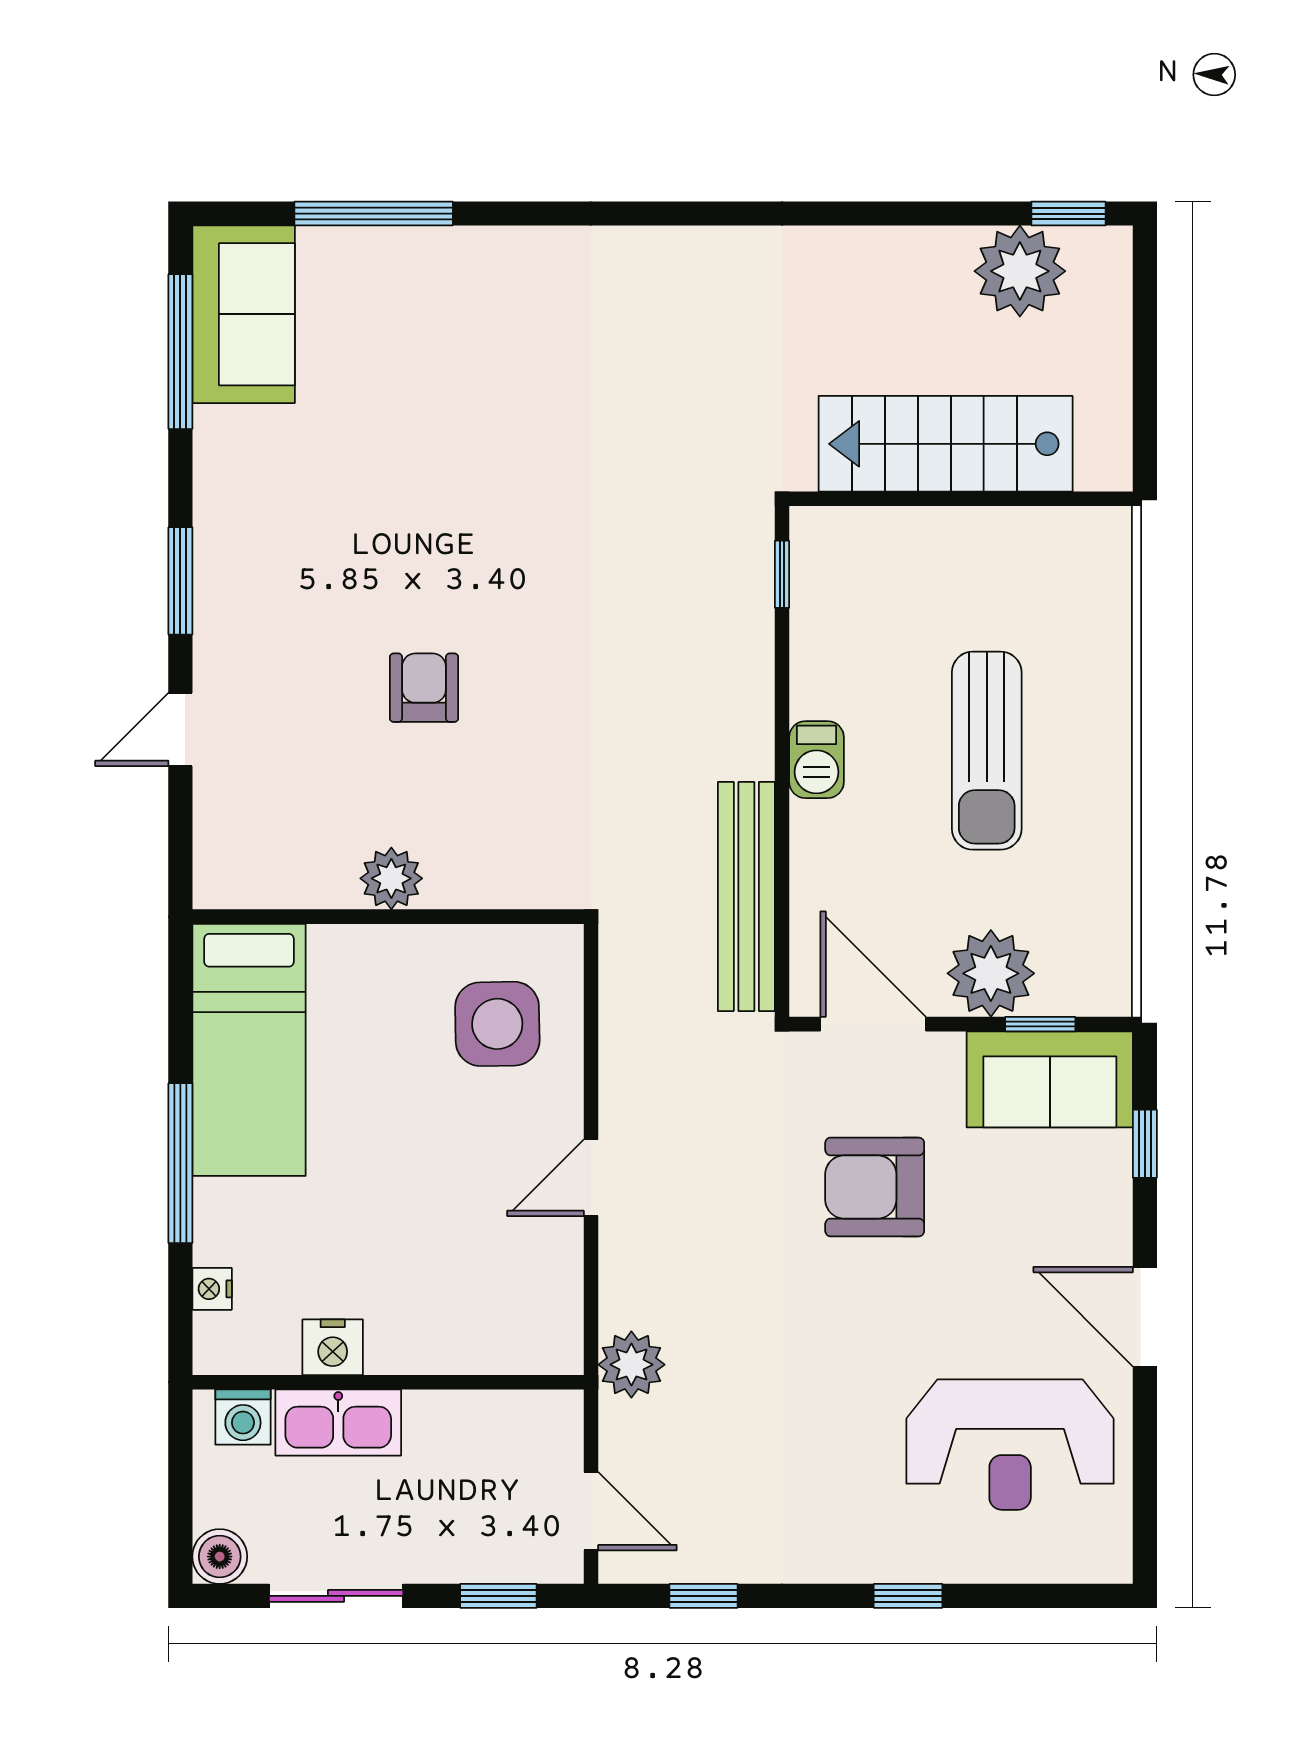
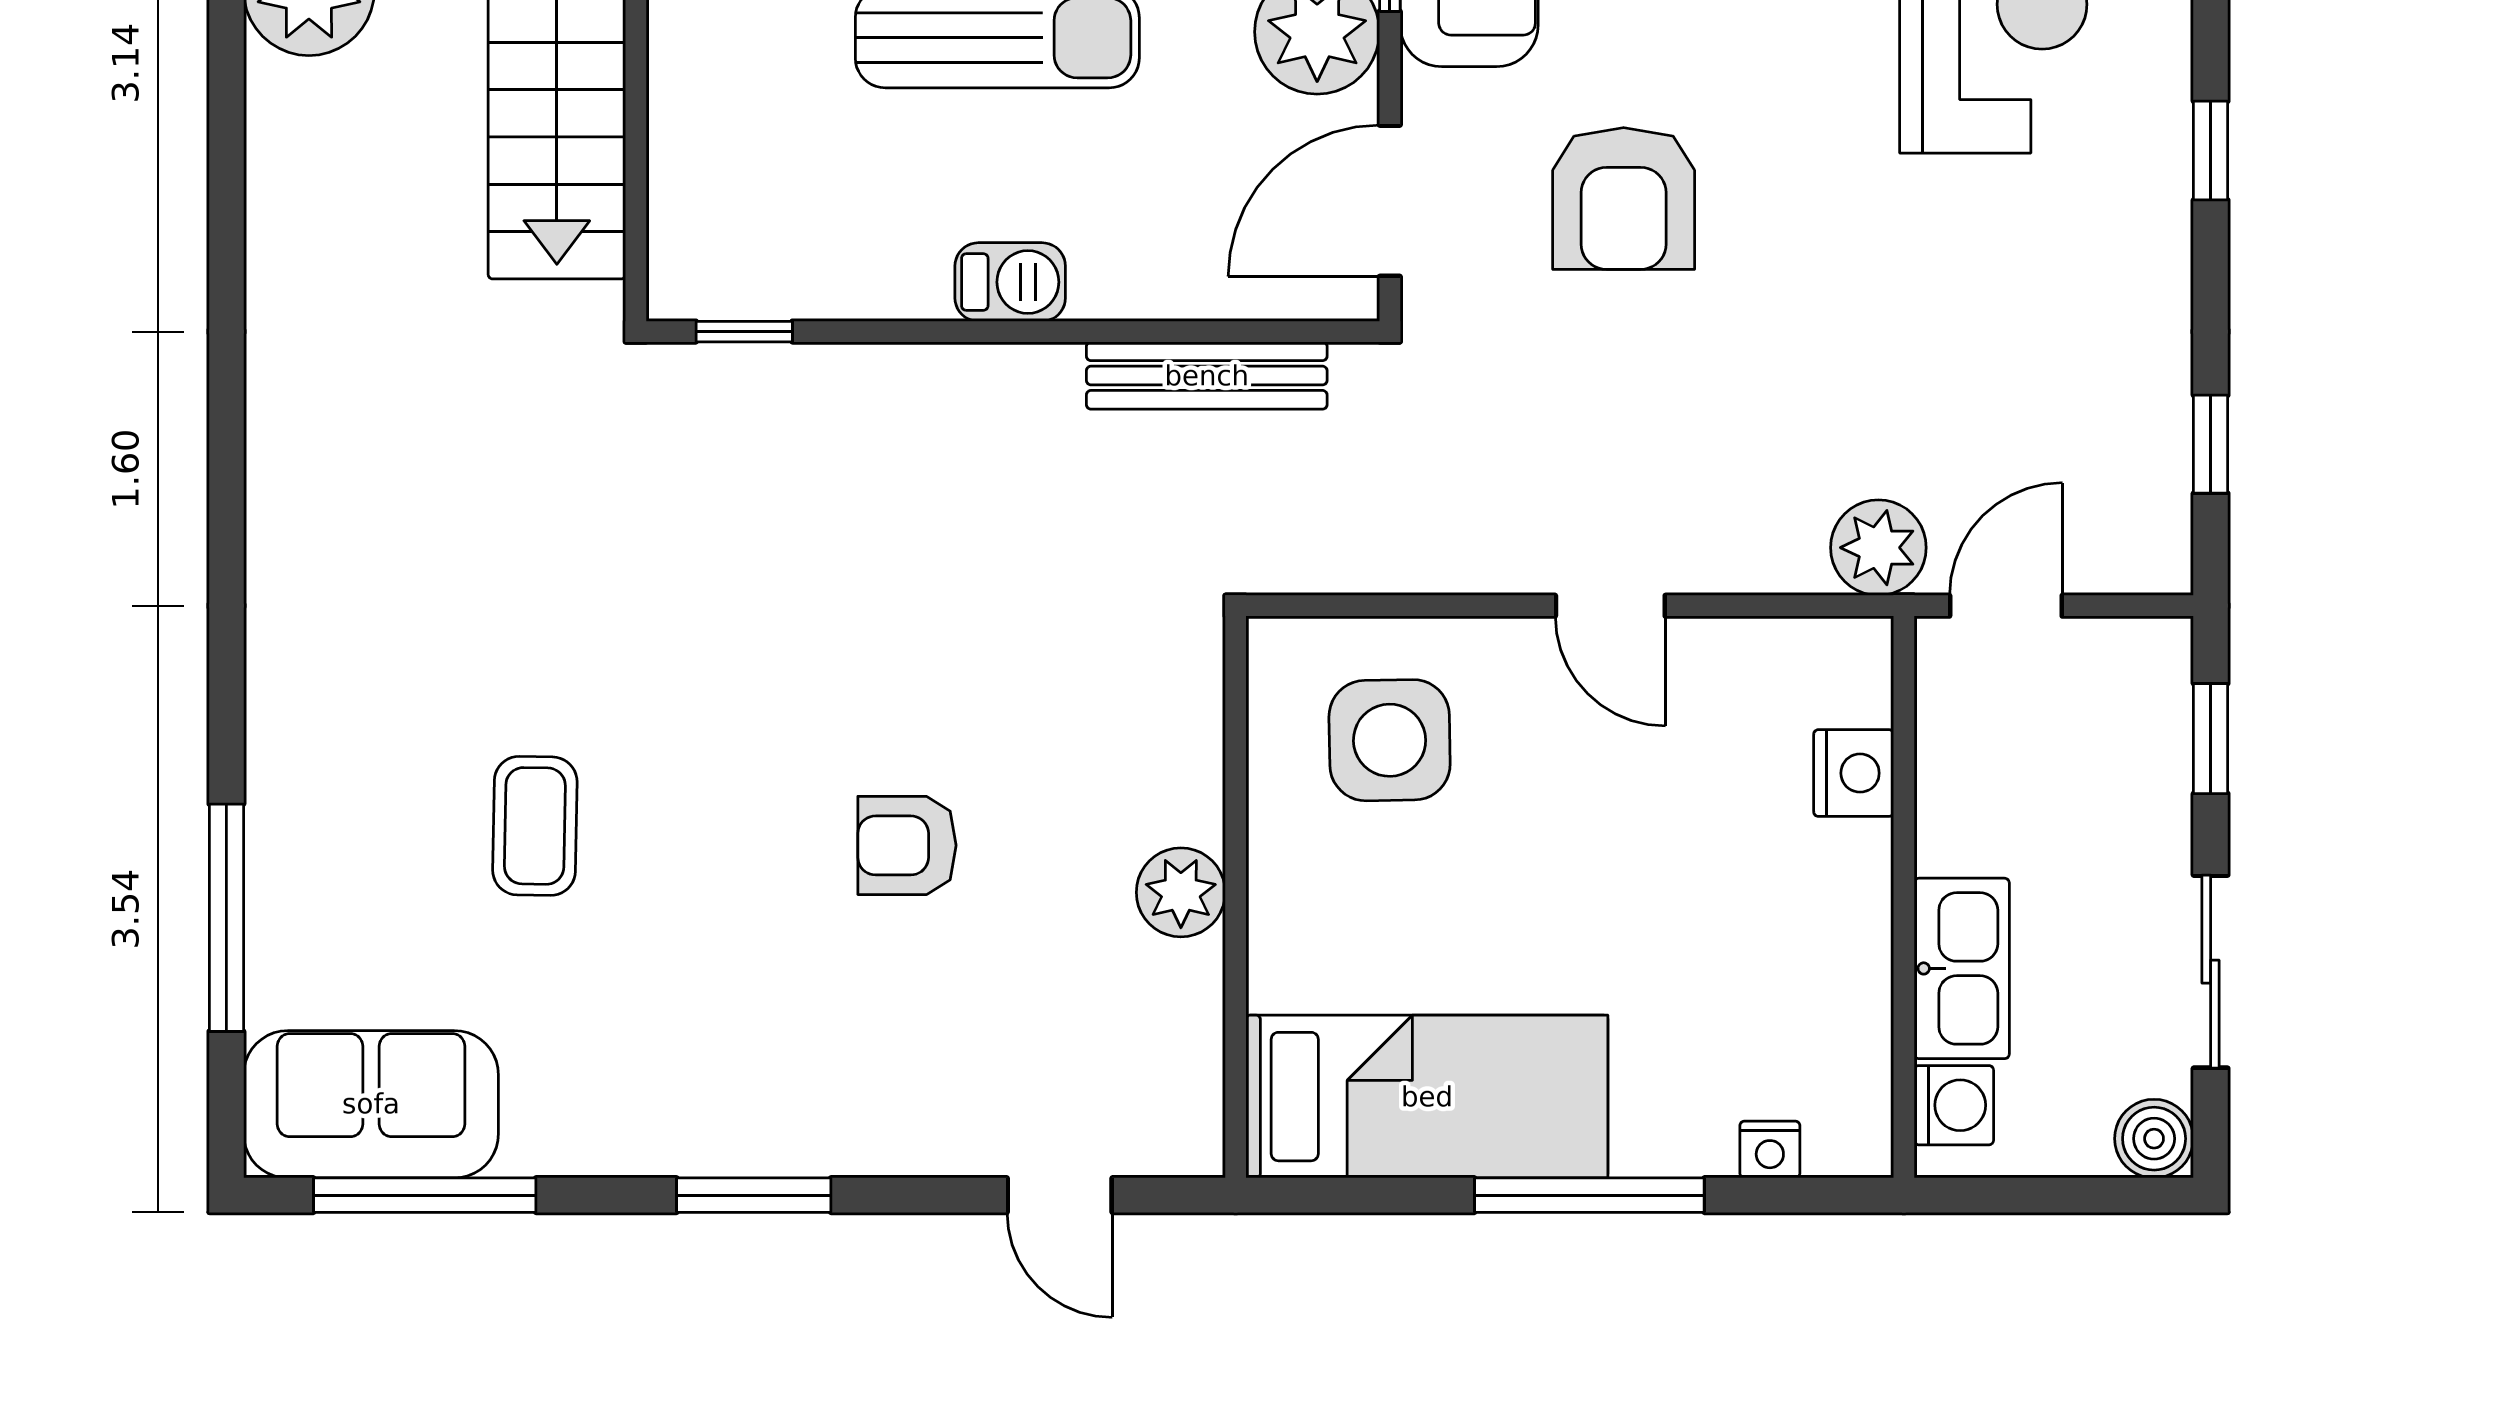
coffee table: (438, 428) -> (535, 826), added
door: (180, 729) -> (1060, 1195), moved
bench: (746, 897) -> (1207, 376), width x0.73, depth x0.82
nightstand: (333, 1347) -> (1854, 773), moved
door: (591, 1511) -> (2006, 606), moved

